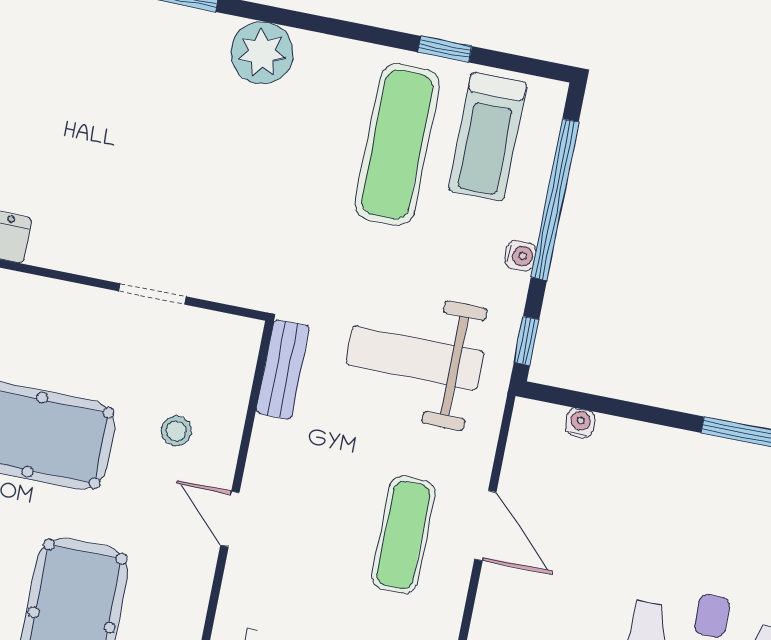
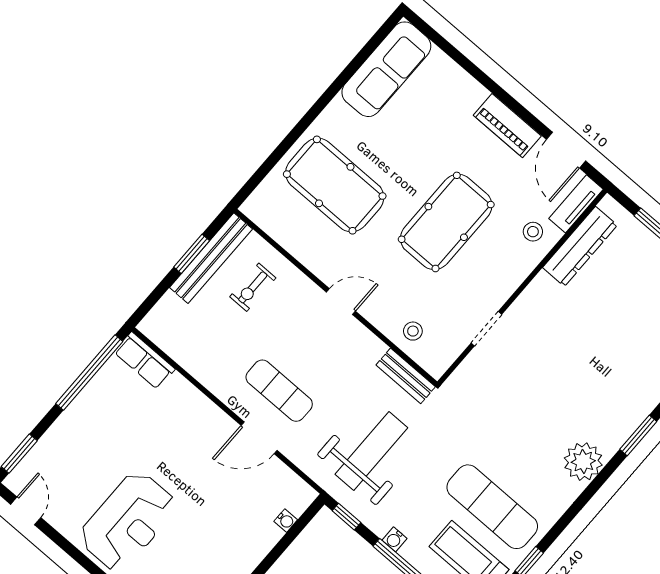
stool: (176, 431) -> (413, 331), moved

